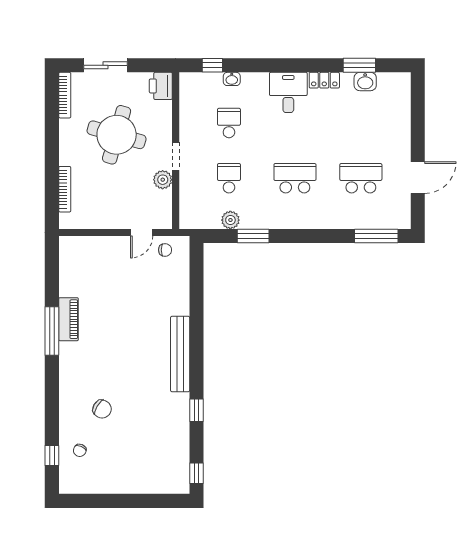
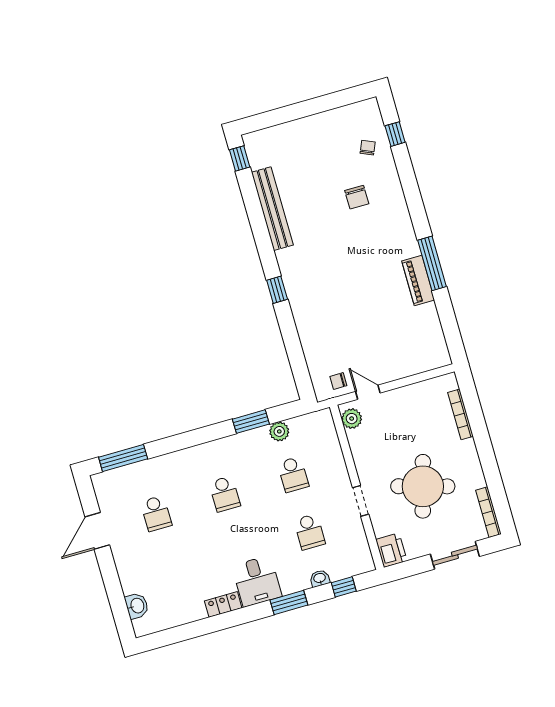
window: (359, 65) -> (289, 603), moved
washbasin: (365, 82) -> (137, 606), moved, turned 90
doorway: (176, 156) -> (361, 501), moved
school desk: (295, 178) -> (225, 494), width x0.54
school desk: (361, 178) -> (156, 513), width x0.54
plant: (163, 180) -> (352, 419), moved
door: (142, 233) -> (368, 392), hinge flipped
bench: (180, 354) -> (272, 209), moved
chair: (102, 409) -> (357, 197), turned -121
window: (196, 410) -> (277, 290), moved

